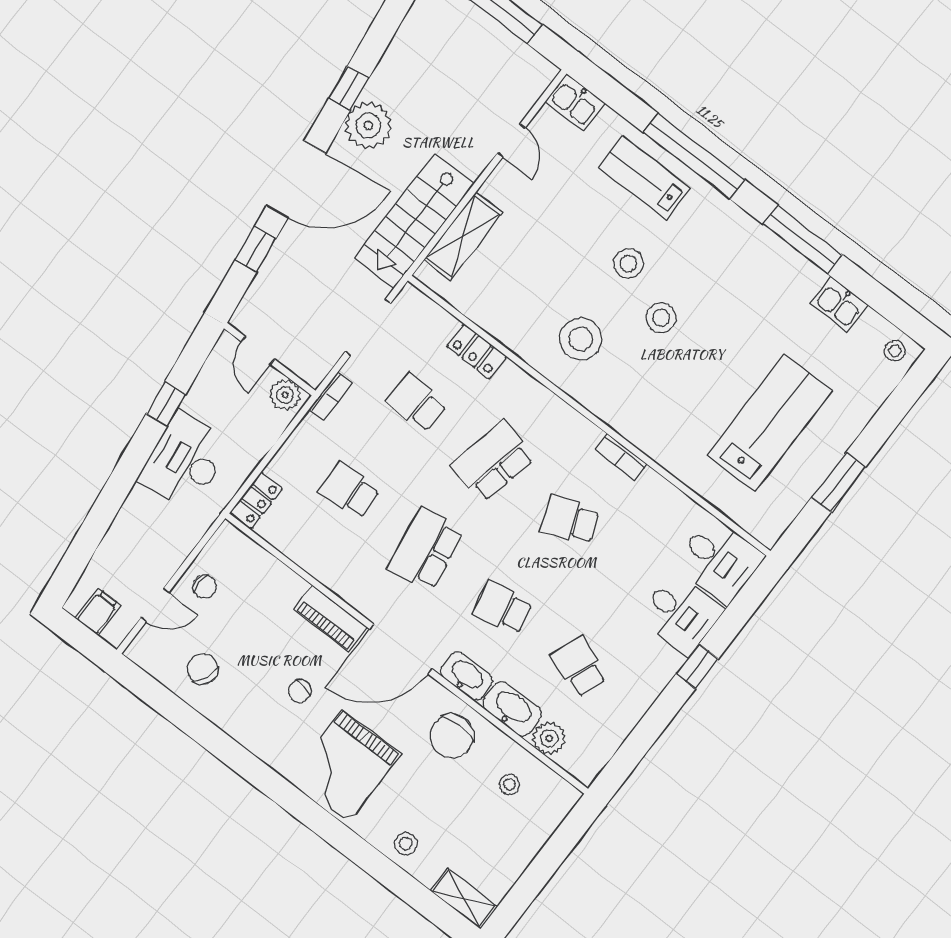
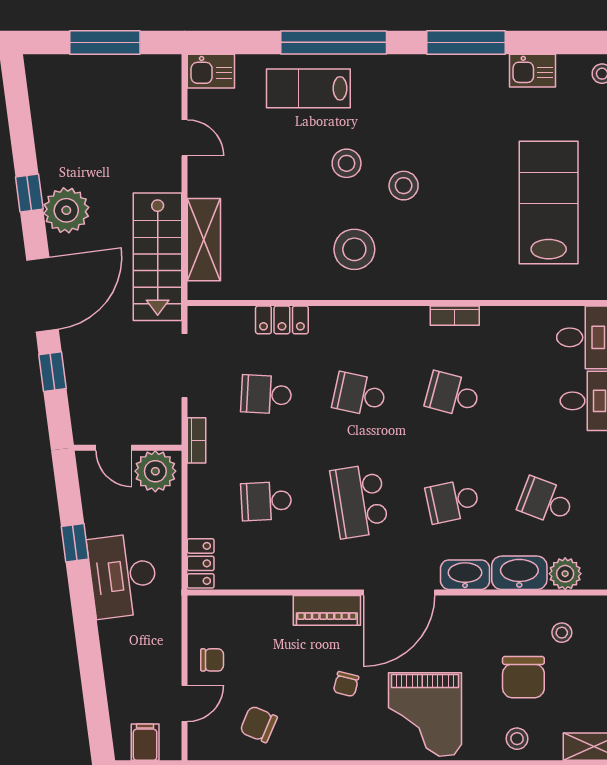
plant: (285, 395) -> (155, 471), width x1.36, depth x1.36
school desk: (493, 461) -> (359, 394), width x0.54
school desk: (570, 520) -> (453, 394), turned 36
chair: (452, 736) -> (523, 677), moved

